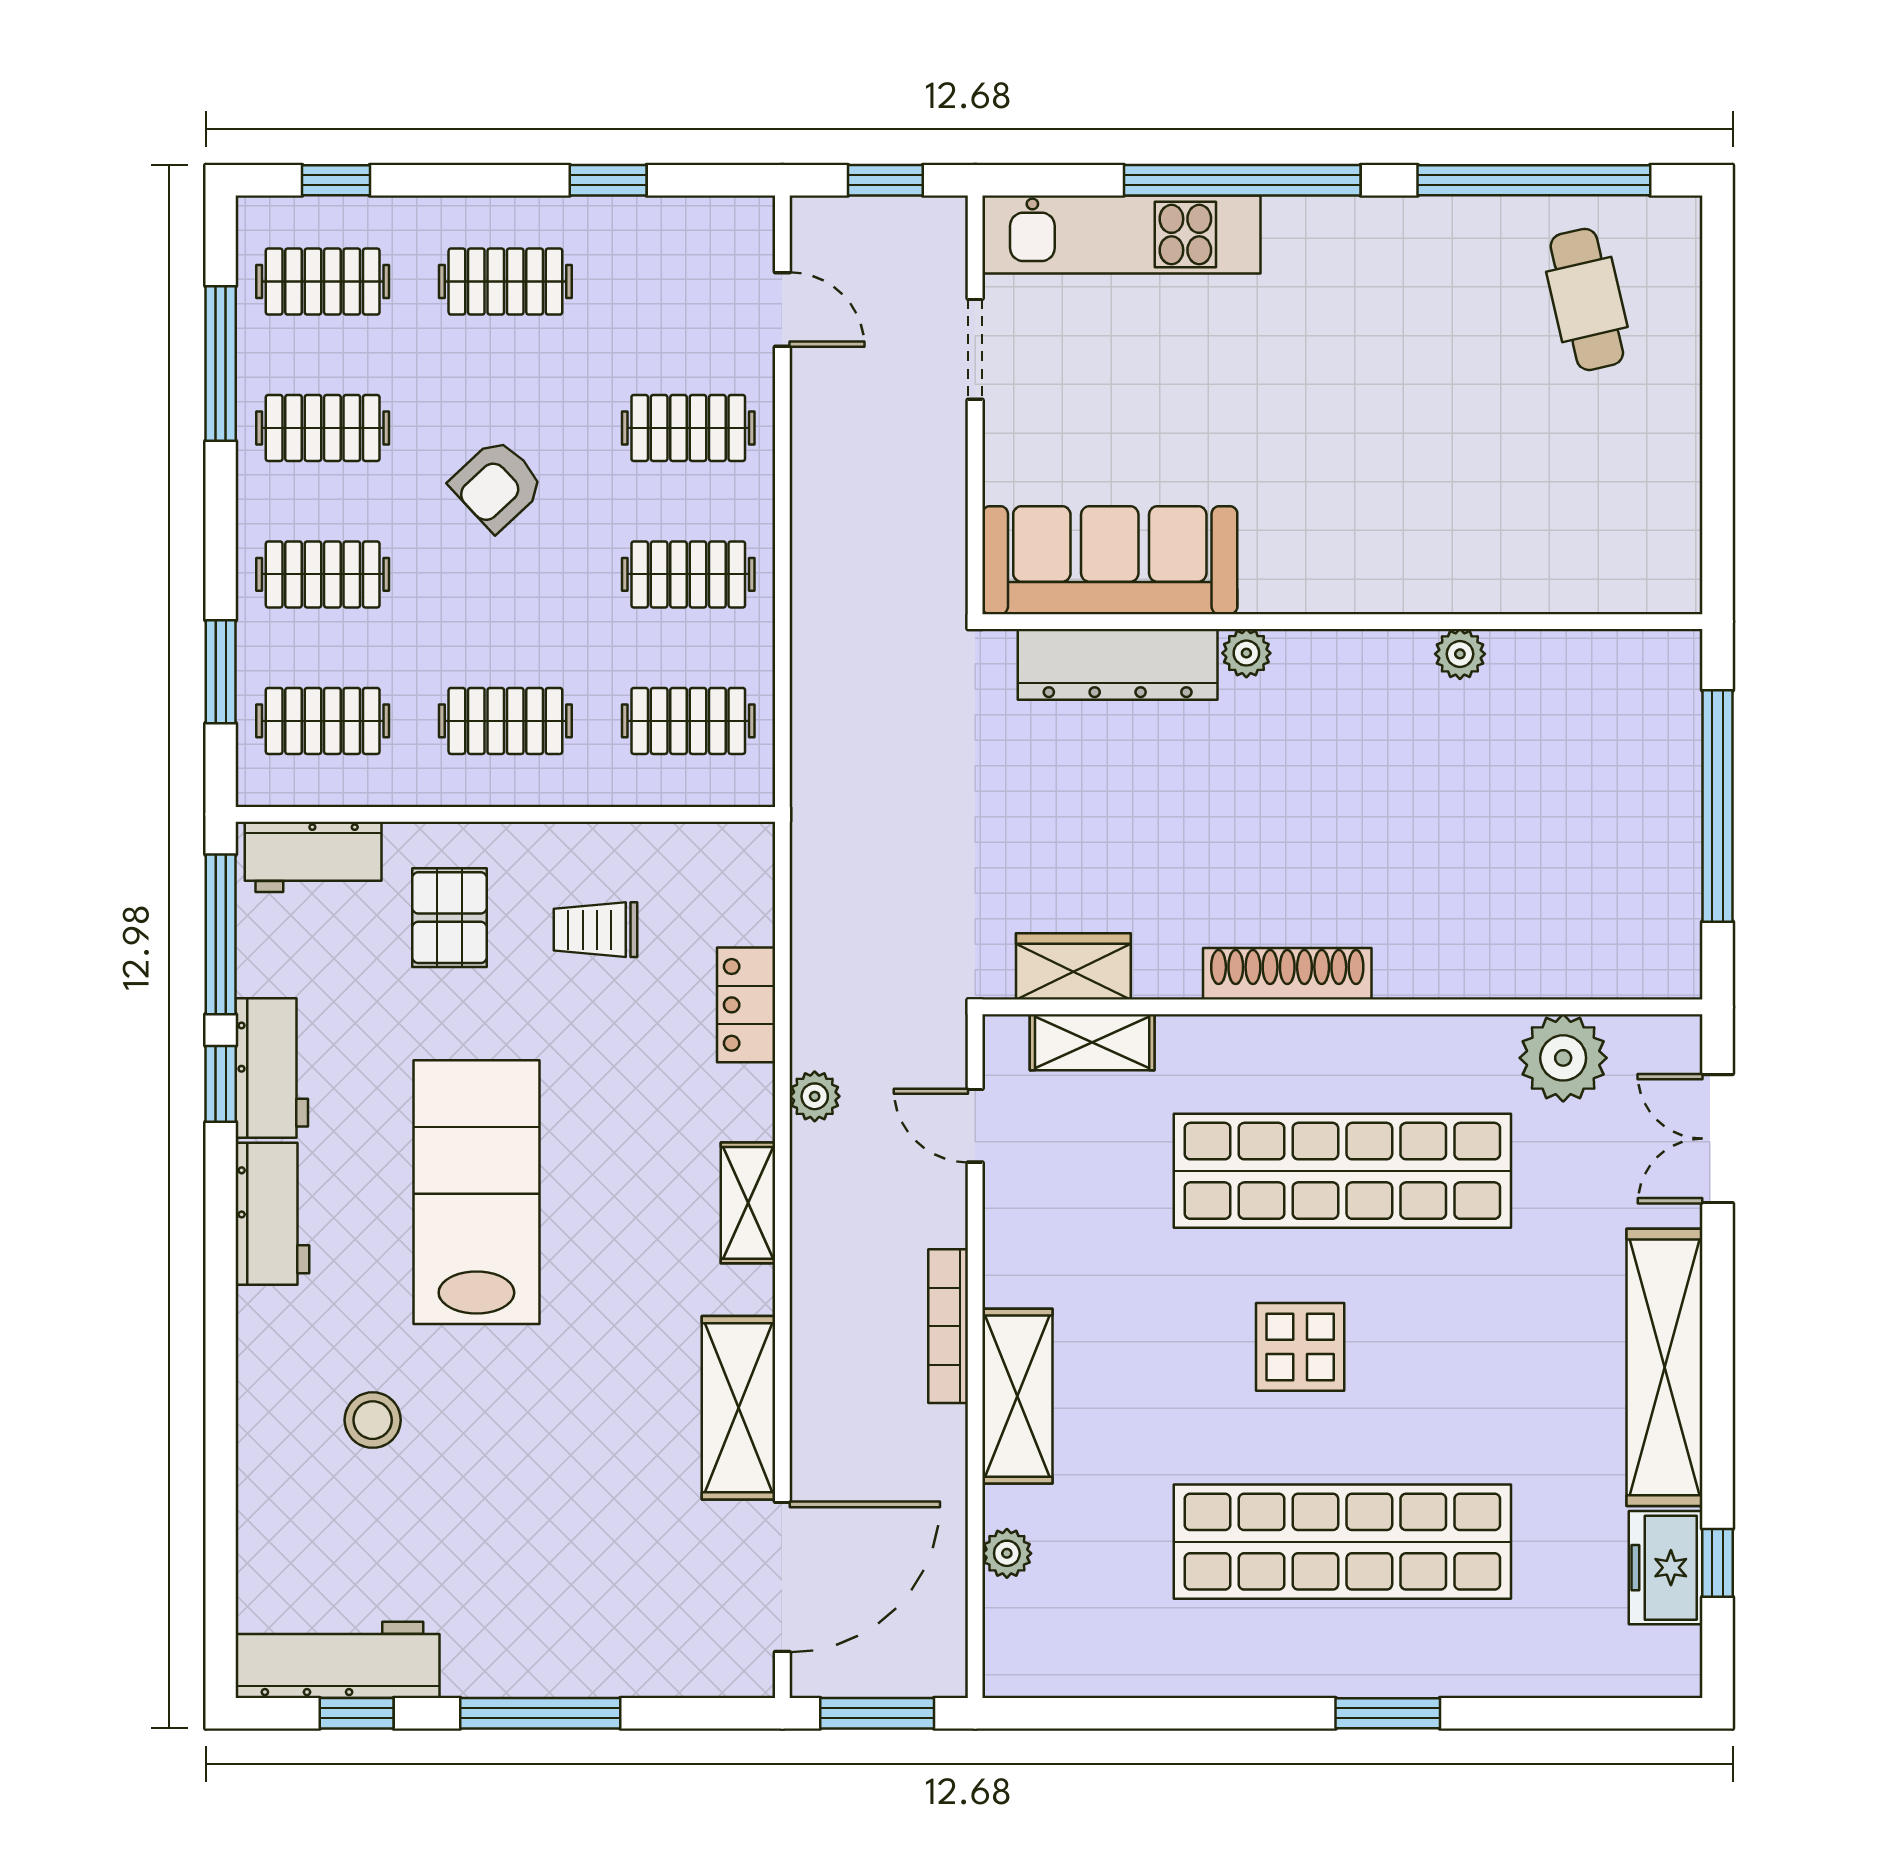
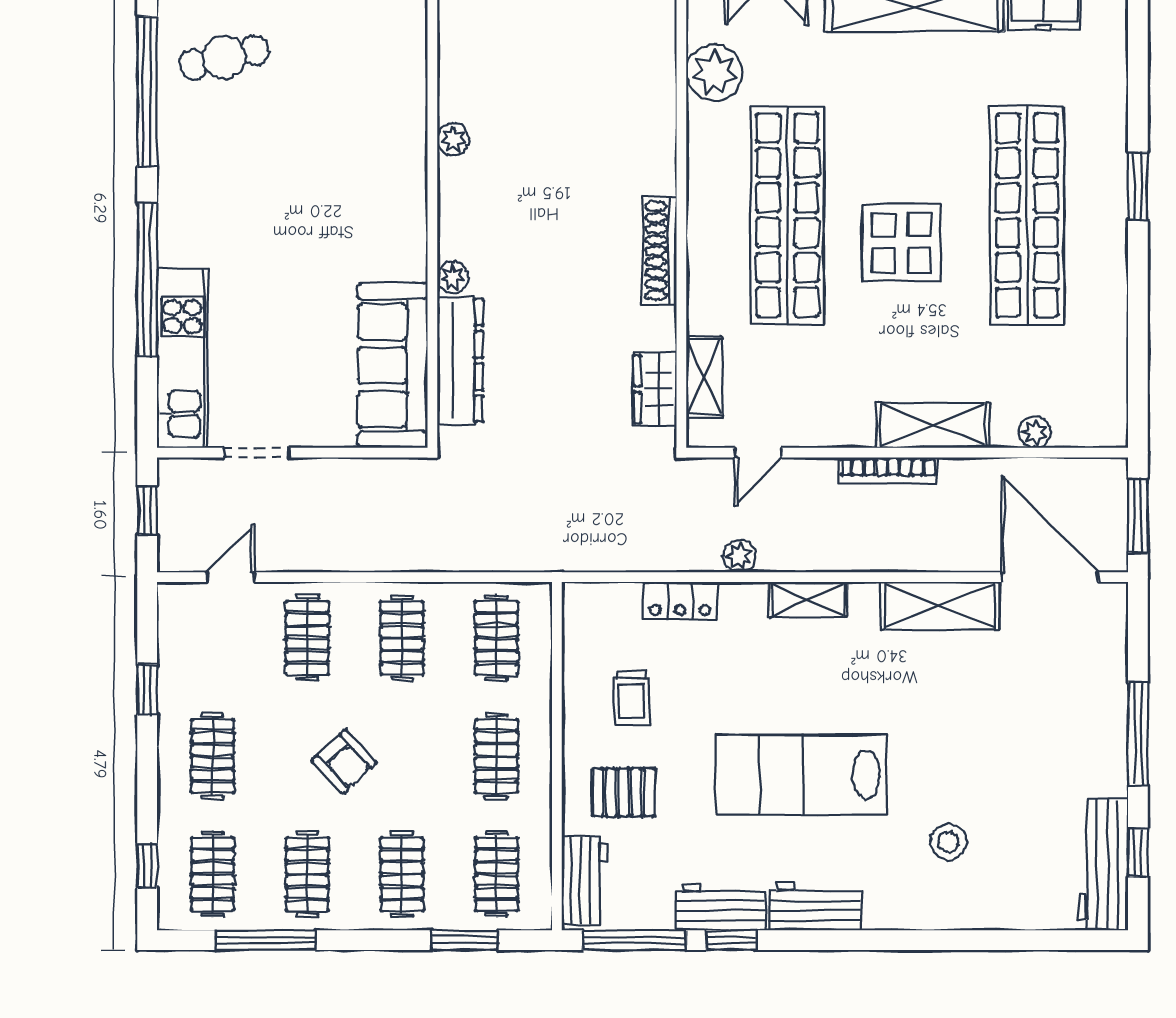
display table: (1300, 1347) -> (901, 243), width x1.36, depth x1.36

